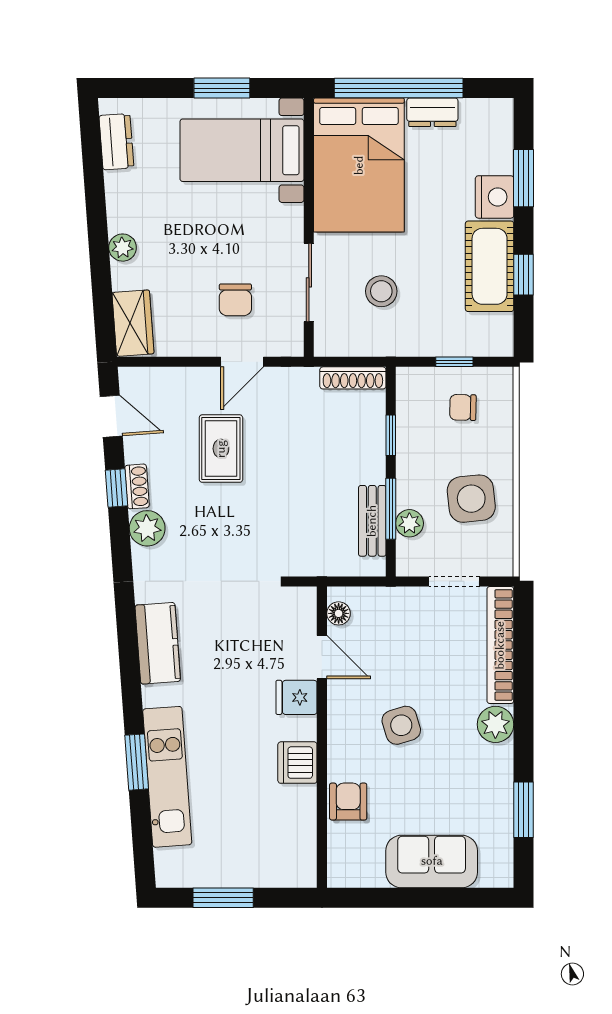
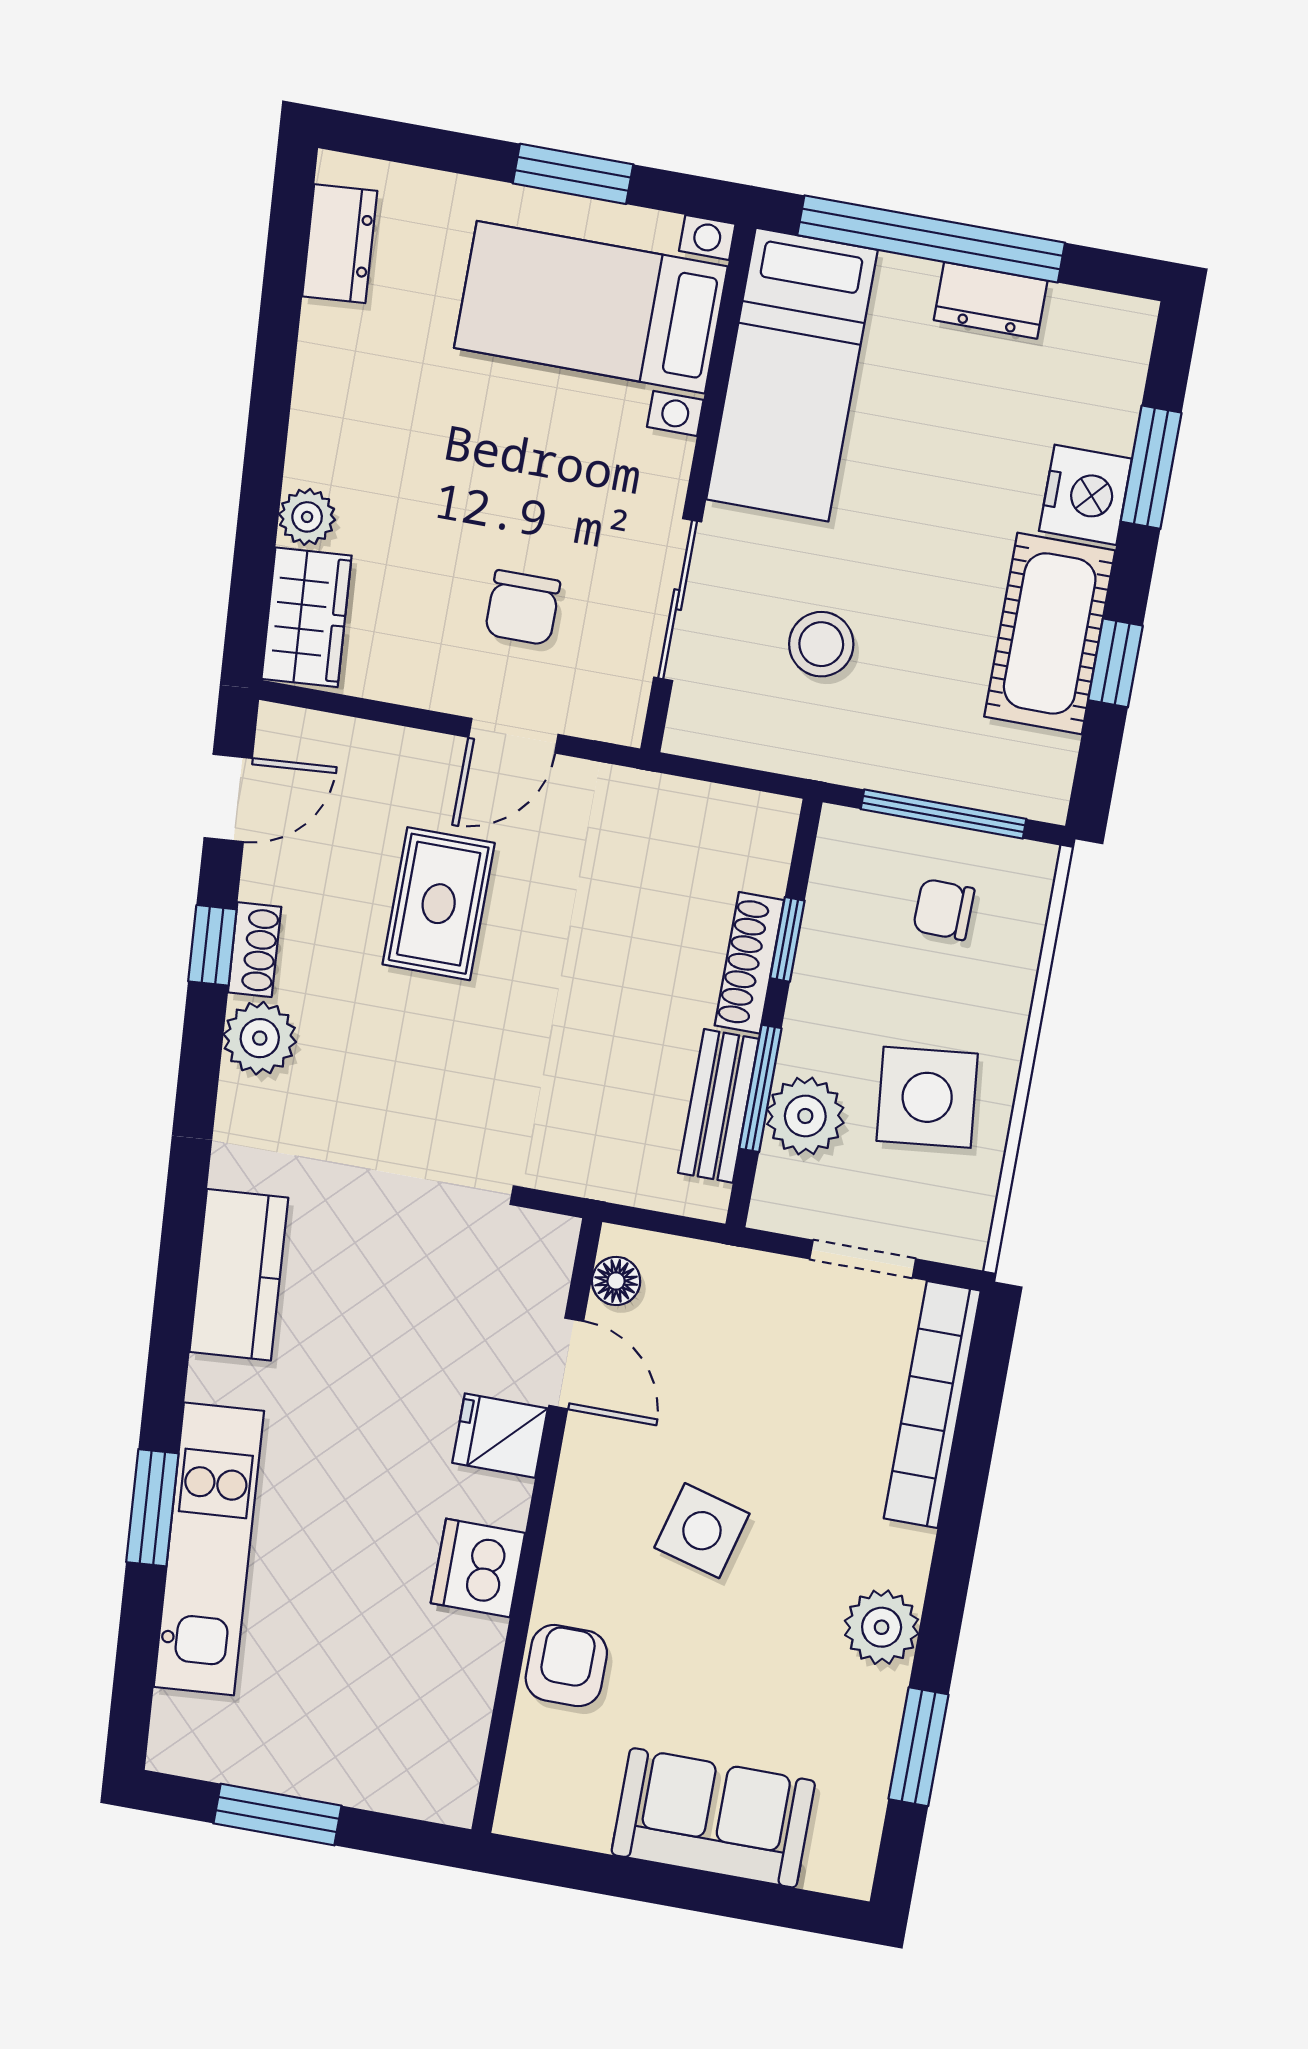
bed: (359, 165) -> (792, 375), width x0.67
plant: (123, 248) -> (307, 517), moved
window: (454, 362) -> (944, 814), width x2.17
shoe rack: (353, 378) -> (749, 963), moved, turned 90
door: (111, 416) -> (228, 798), hinge flipped
plant: (409, 523) -> (805, 1116), width x1.38, depth x1.38
plant: (495, 724) -> (882, 1627), moved
side table: (401, 725) -> (702, 1531), turned 32

